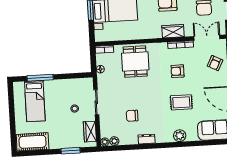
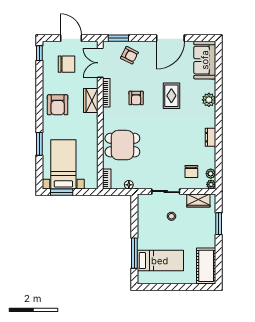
chair: (132, 116) -> (191, 172), moved

